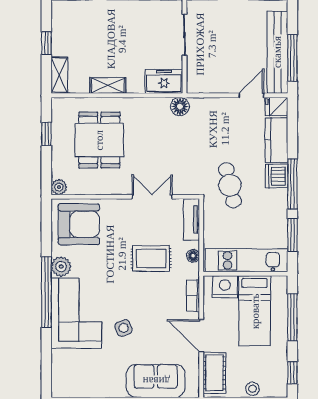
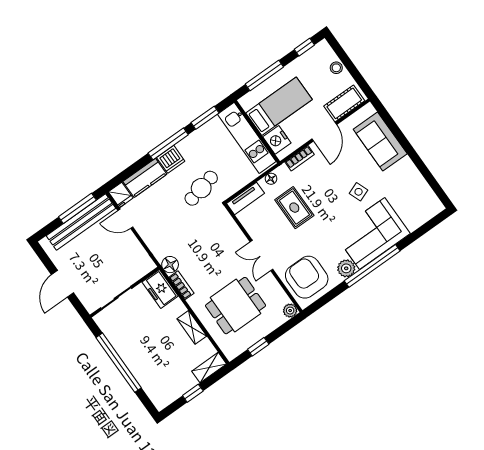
bookcase: (153, 104) -> (181, 285), added
double door: (152, 197) -> (261, 256), moved

